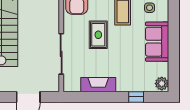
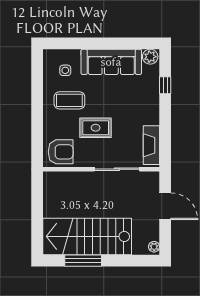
sofa: (157, 42) -> (111, 62), width x1.36
fireplace: (98, 85) -> (151, 145), moved

